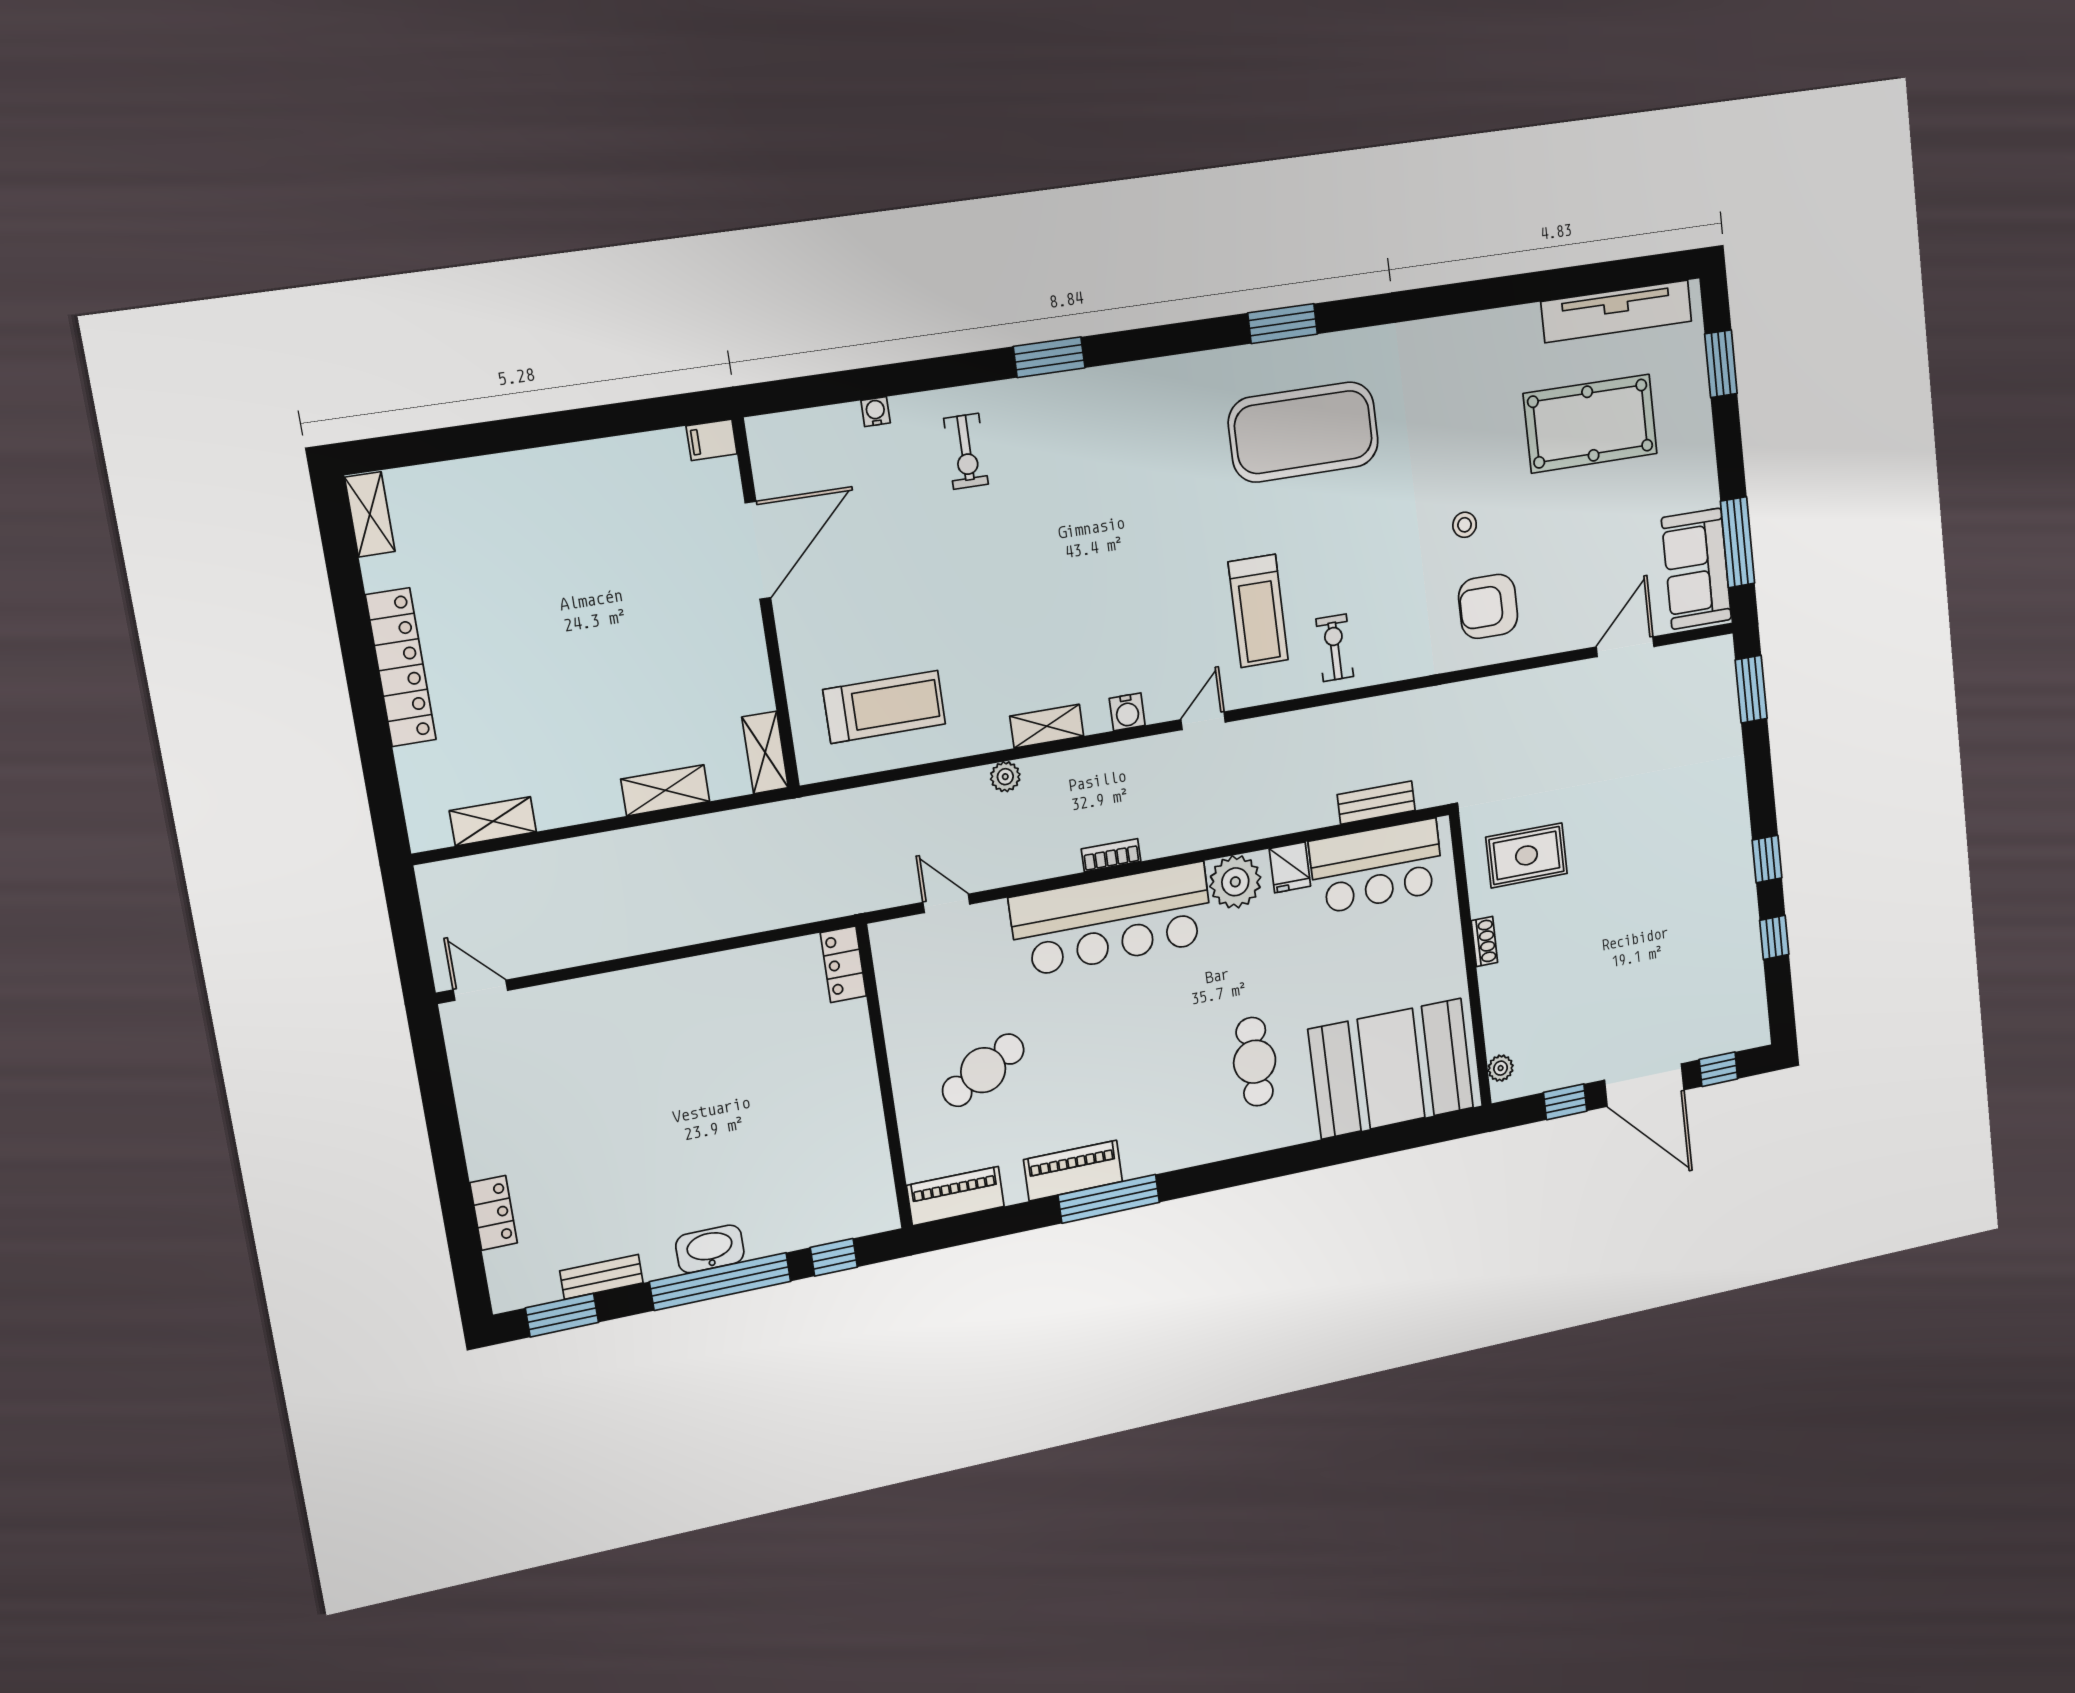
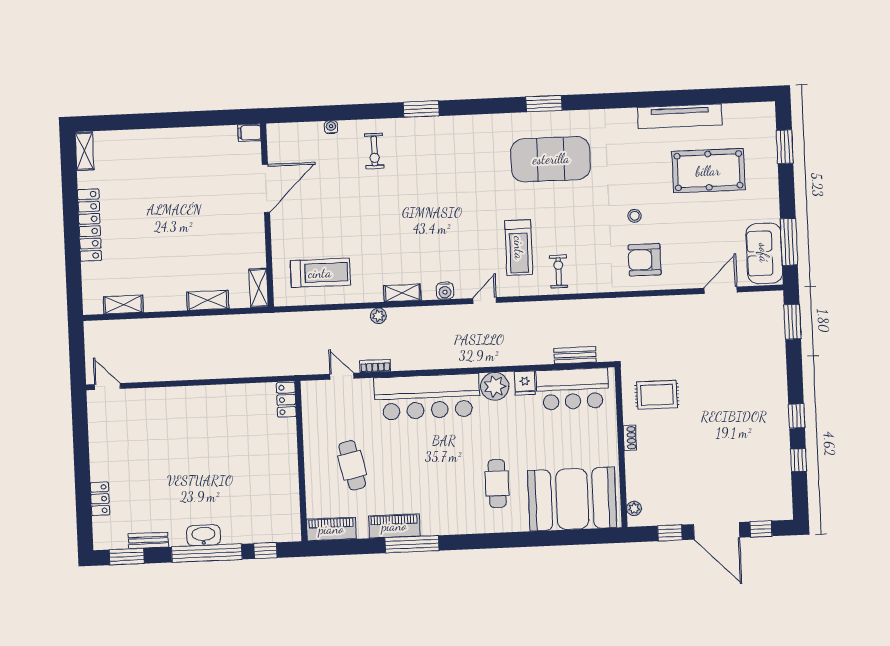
tv unit: (1617, 311) -> (680, 116), moved
bookcase: (1111, 855) -> (375, 366), moved
cafe table: (983, 1070) -> (352, 465), turned -73

